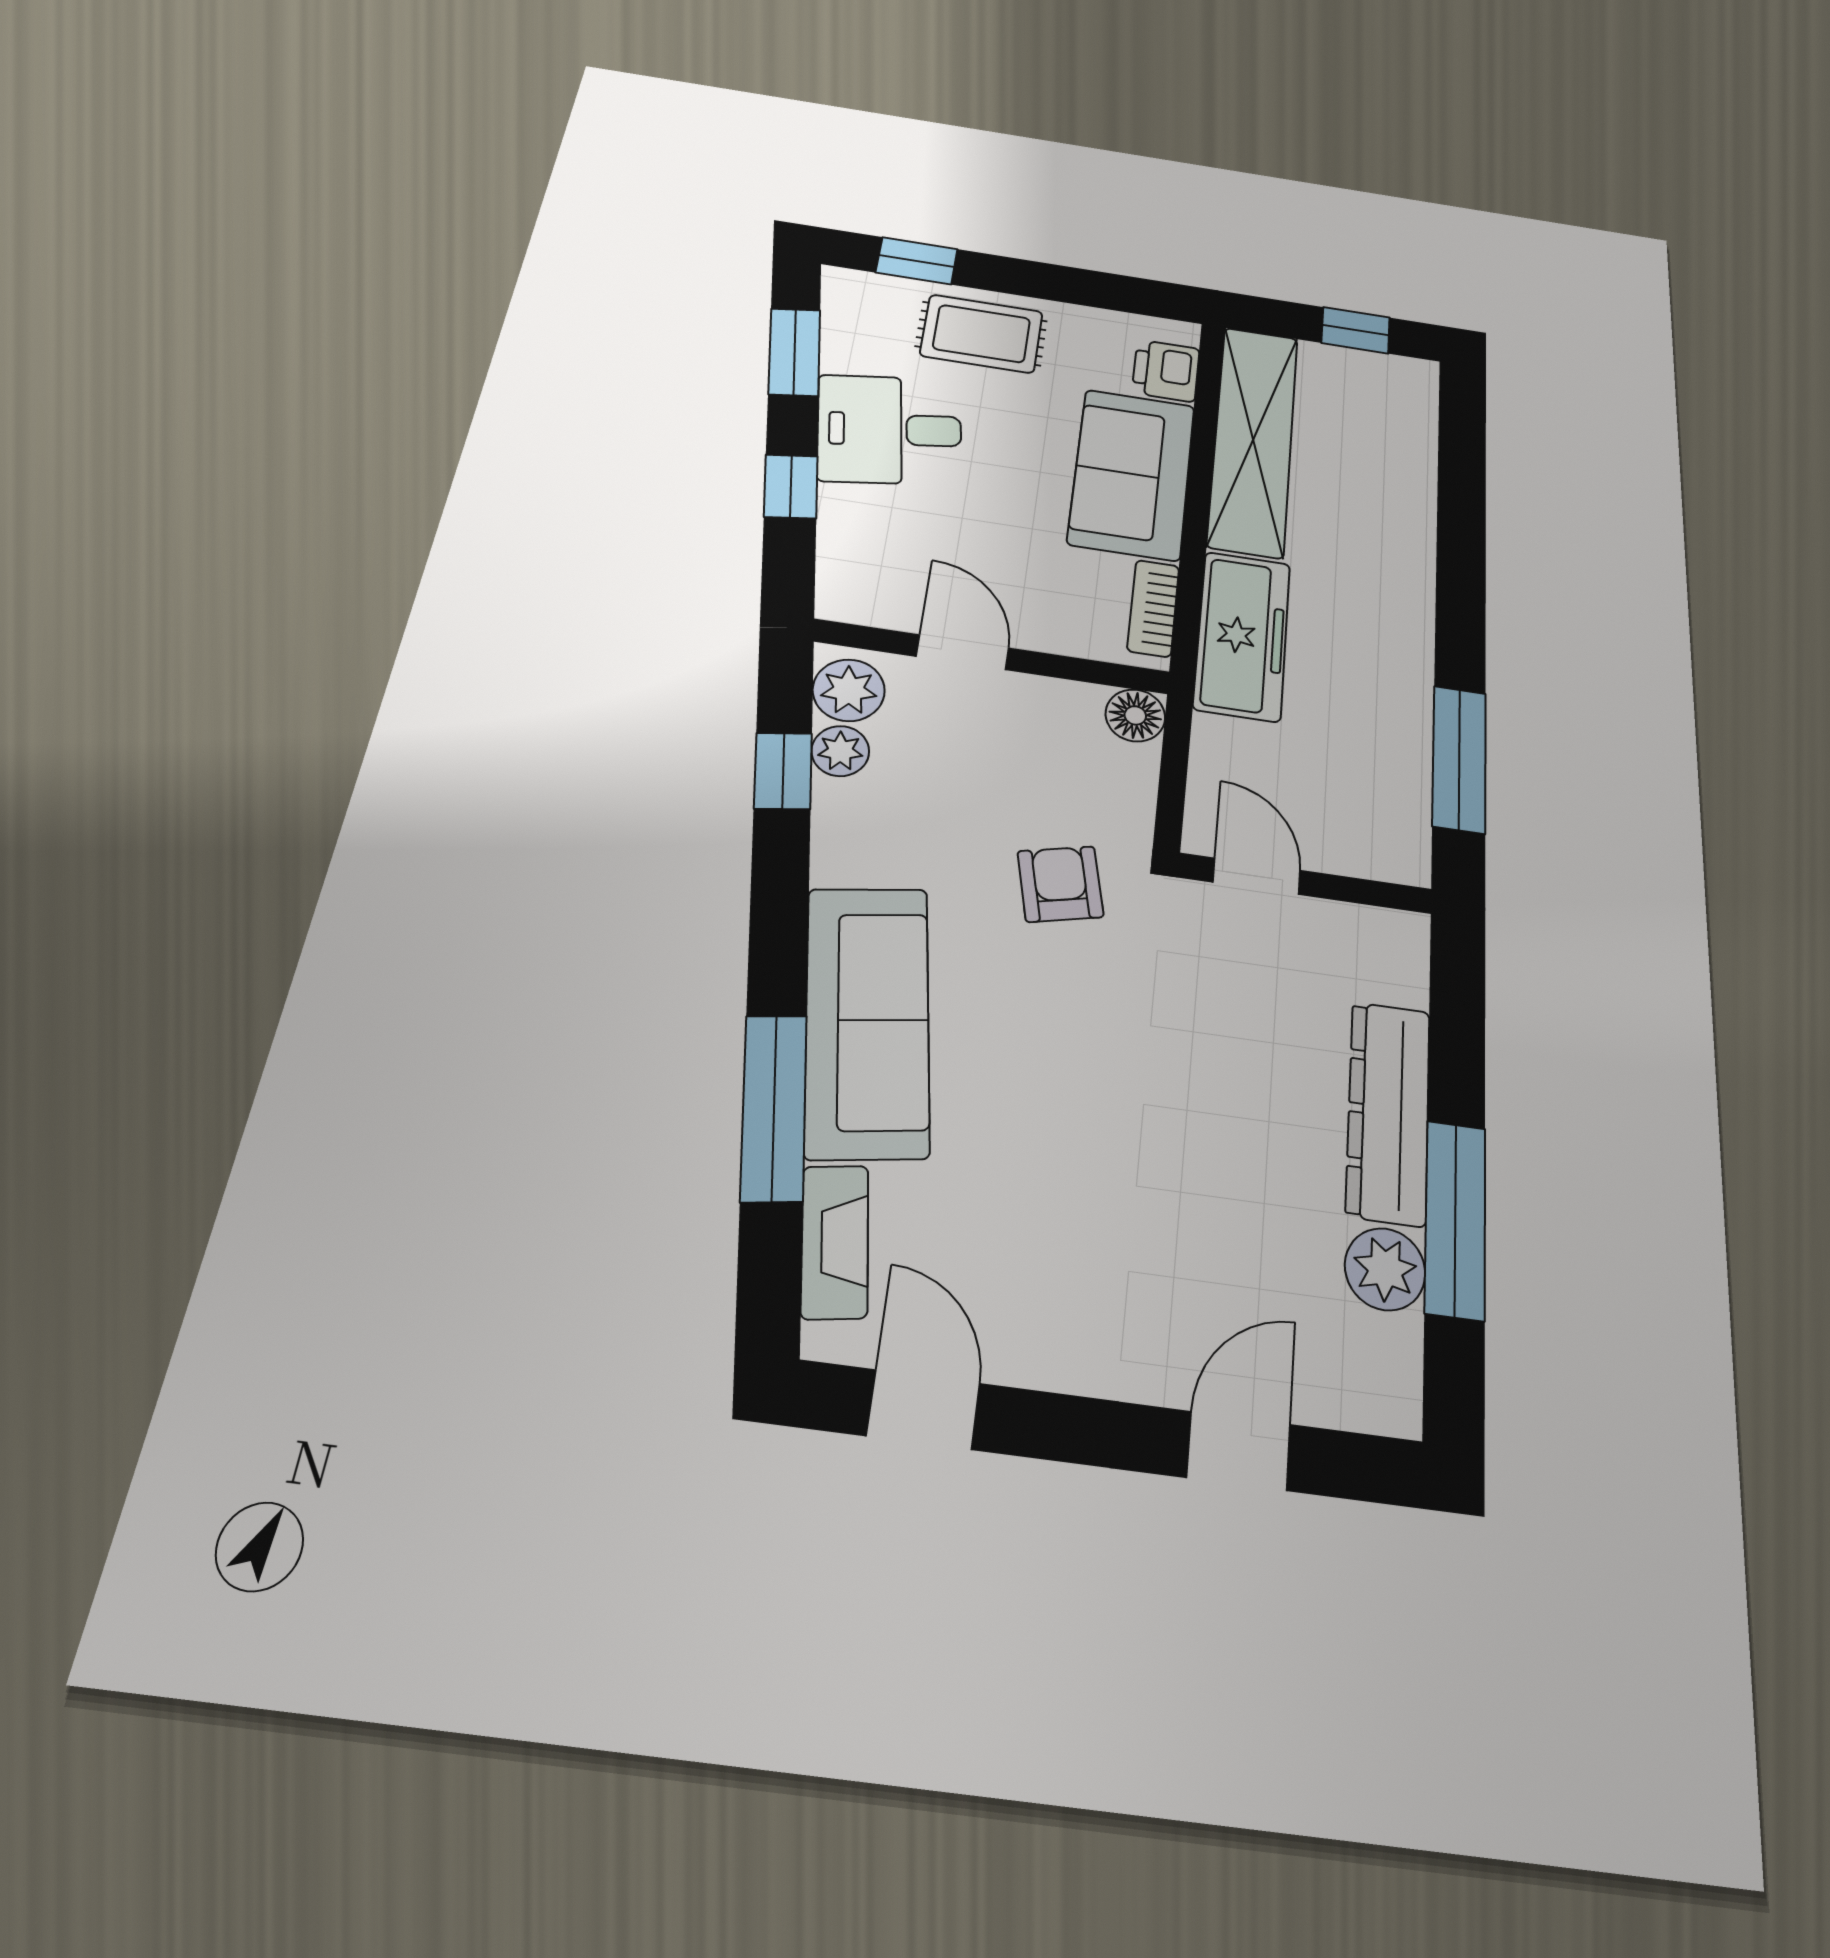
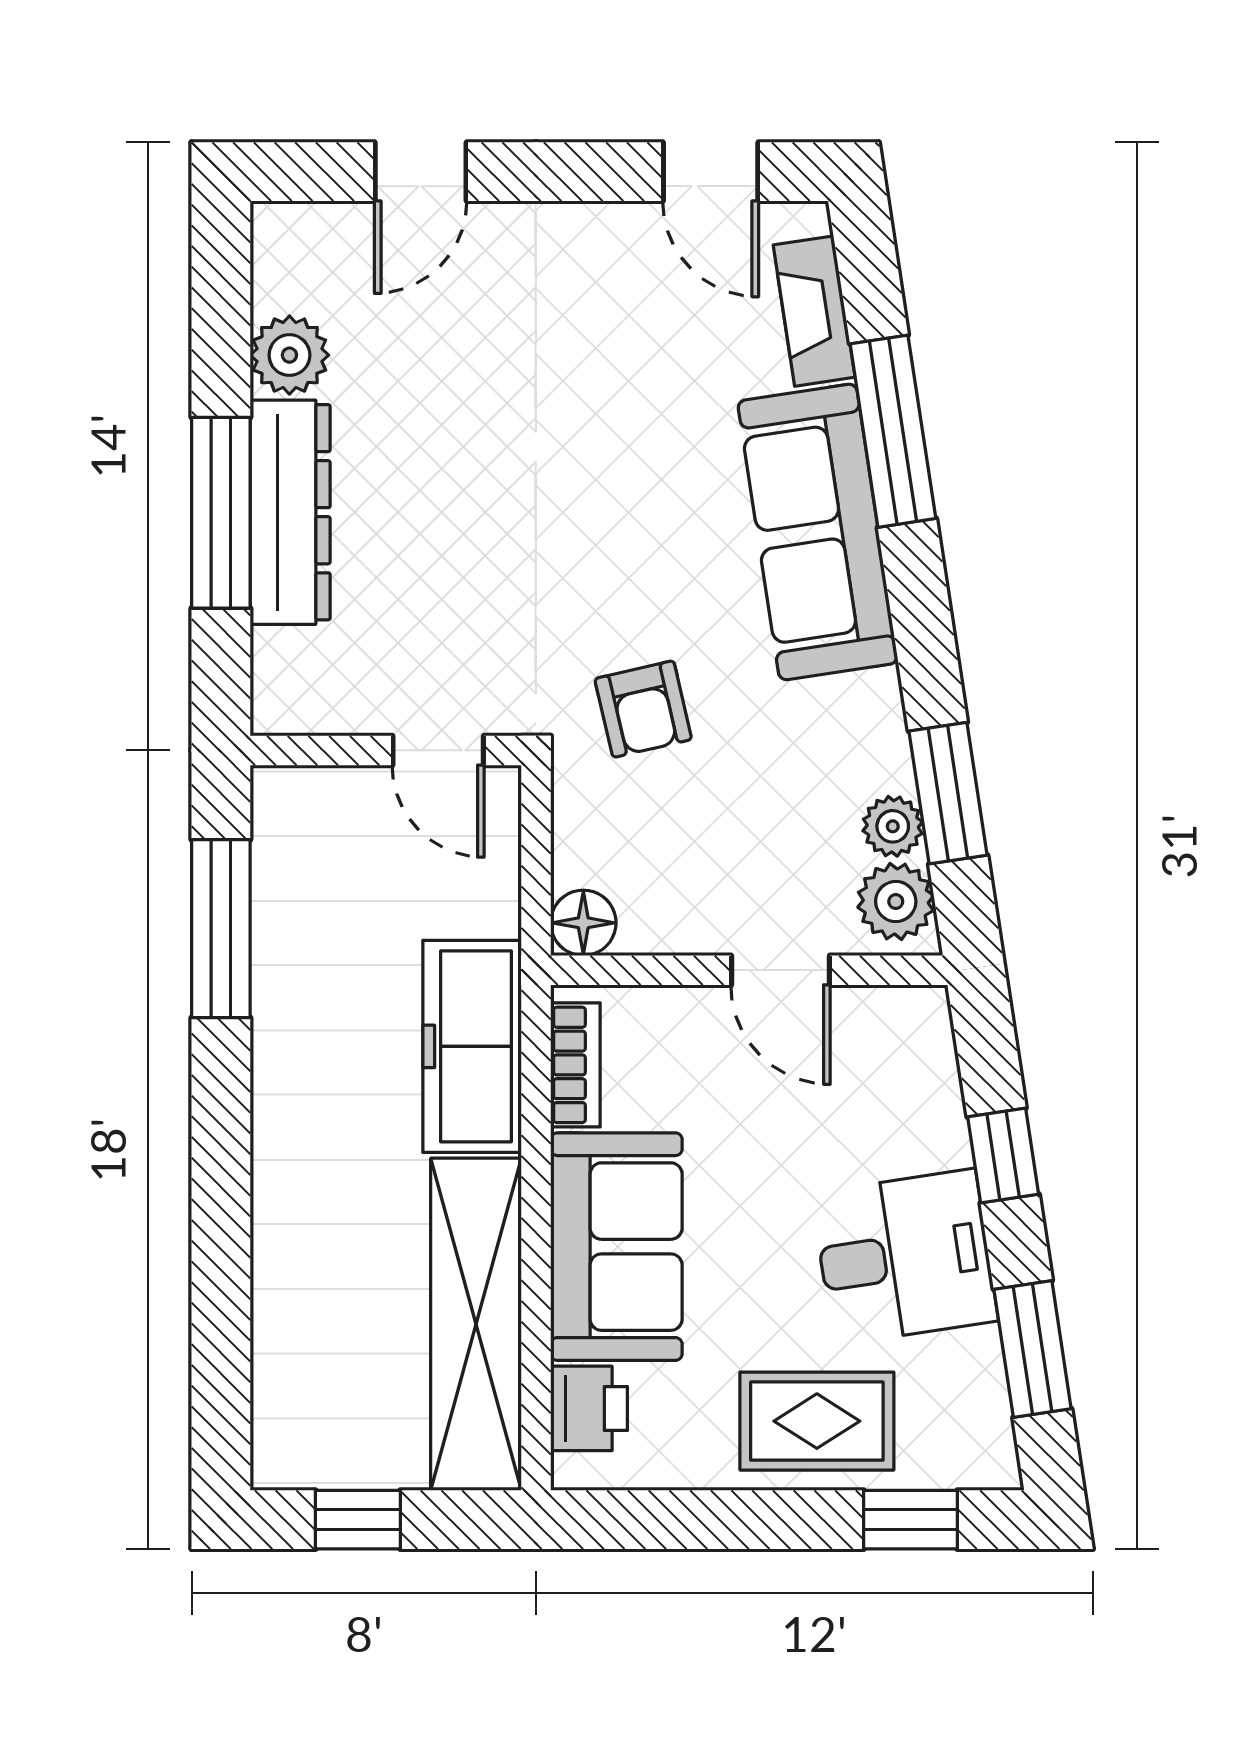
window: (783, 771) -> (948, 793), width x1.50
window: (1455, 1219) -> (221, 513), moved

